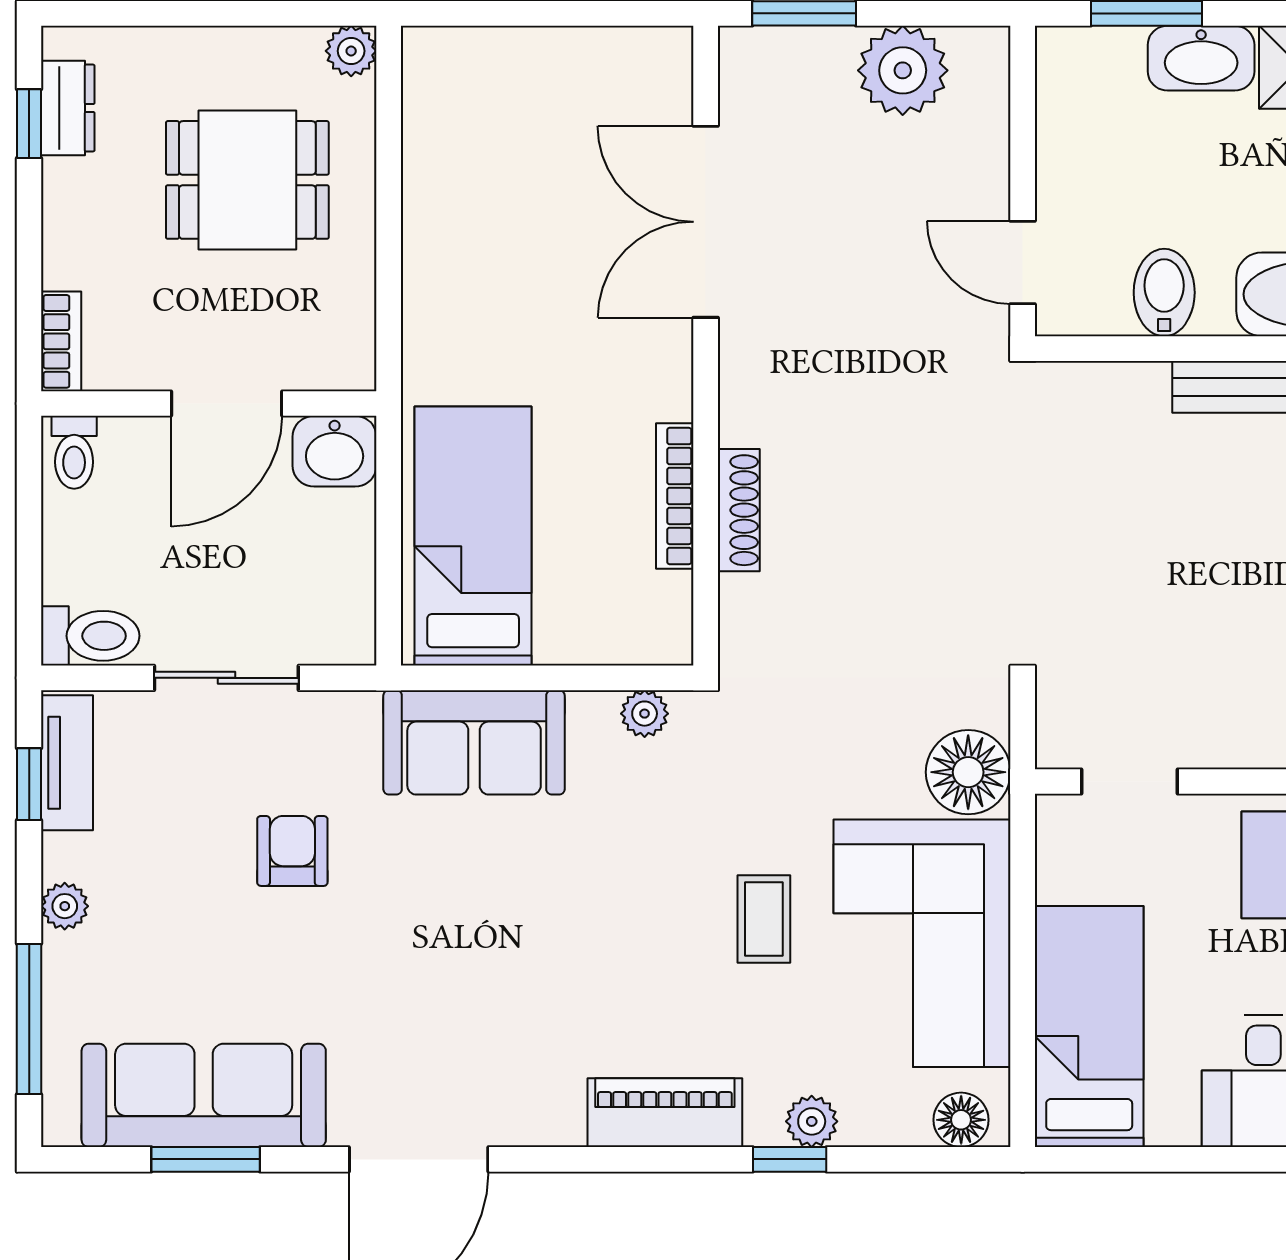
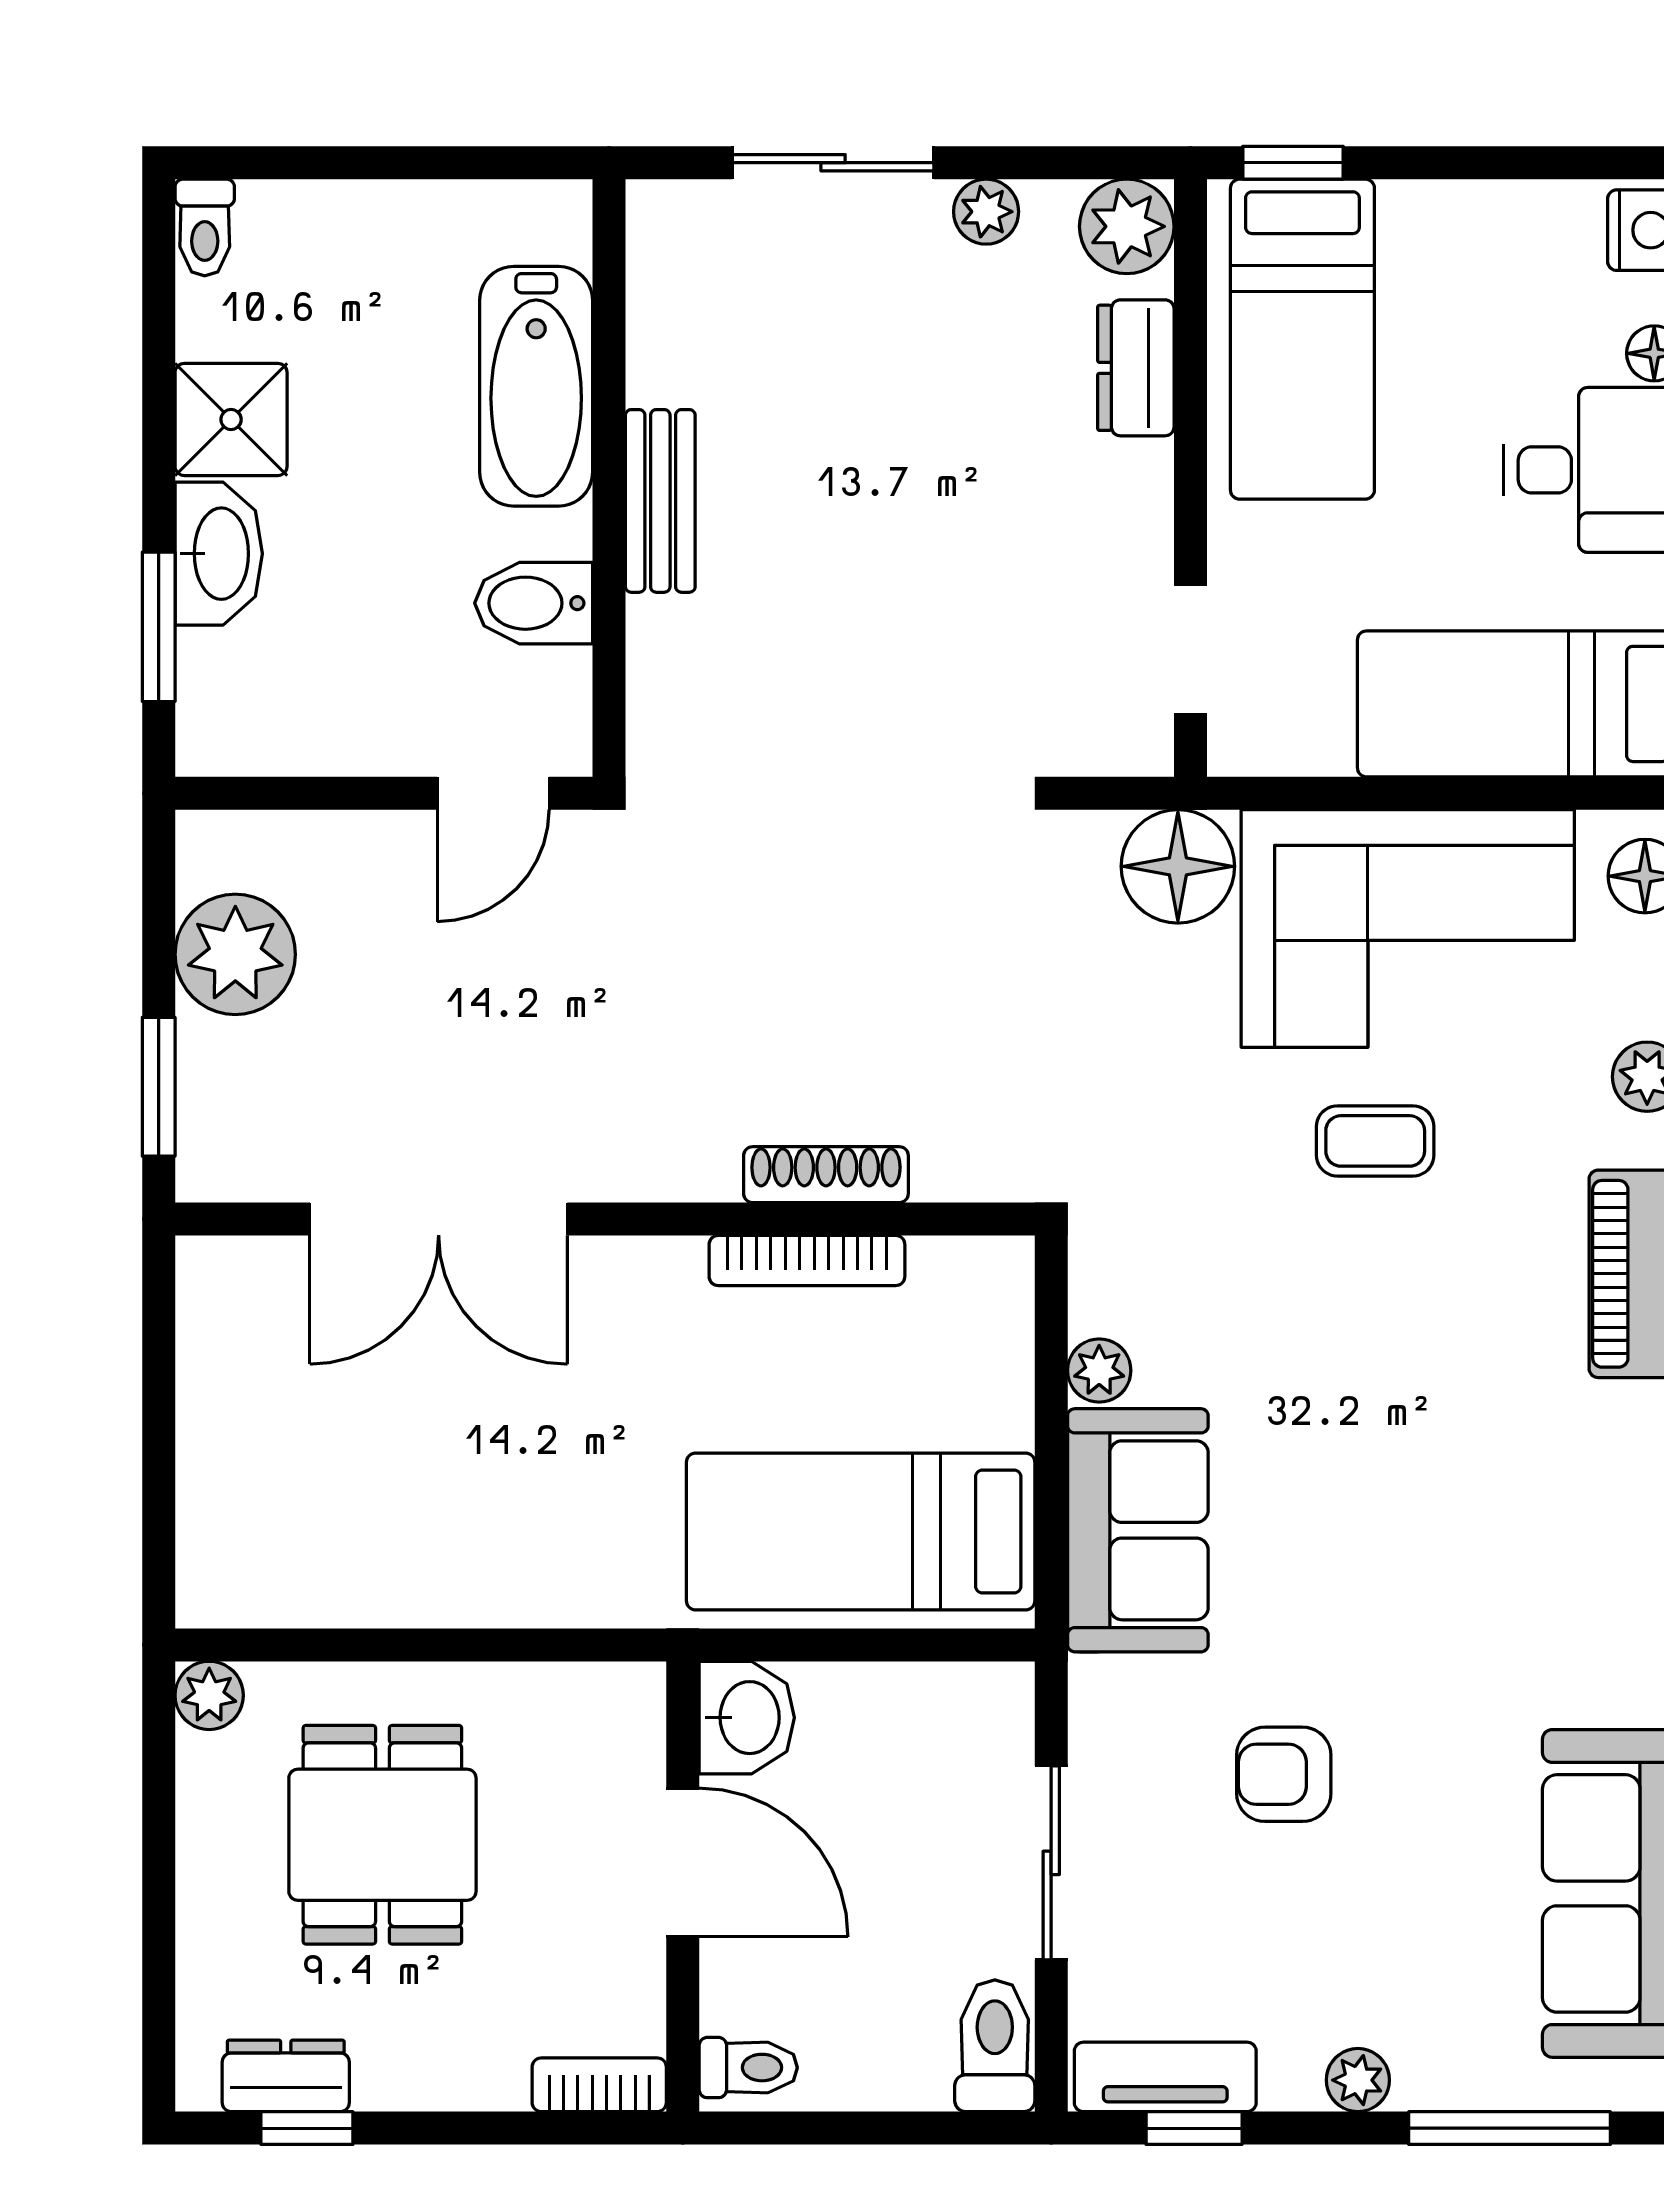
plant: (645, 714) -> (1099, 1371), moved

